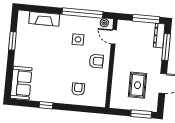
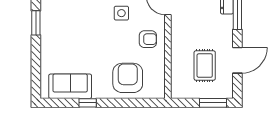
sofa: (21, 83) -> (70, 86), moved, turned -90
armchair: (78, 89) -> (128, 78), width x1.88, depth x1.88

